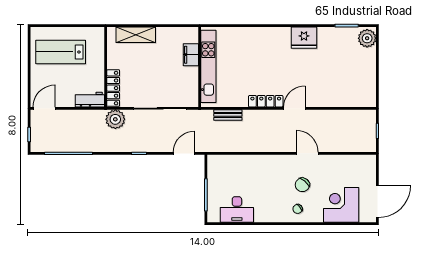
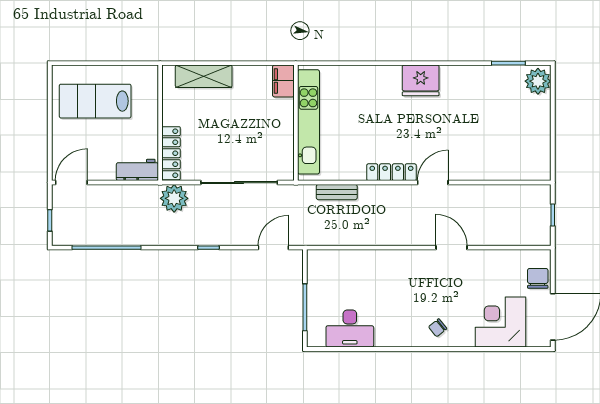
fridge: (304, 38) -> (421, 80), moved
filing cabinet: (191, 55) -> (283, 81), moved
chair: (302, 185) -> (538, 278), moved, turned 140

